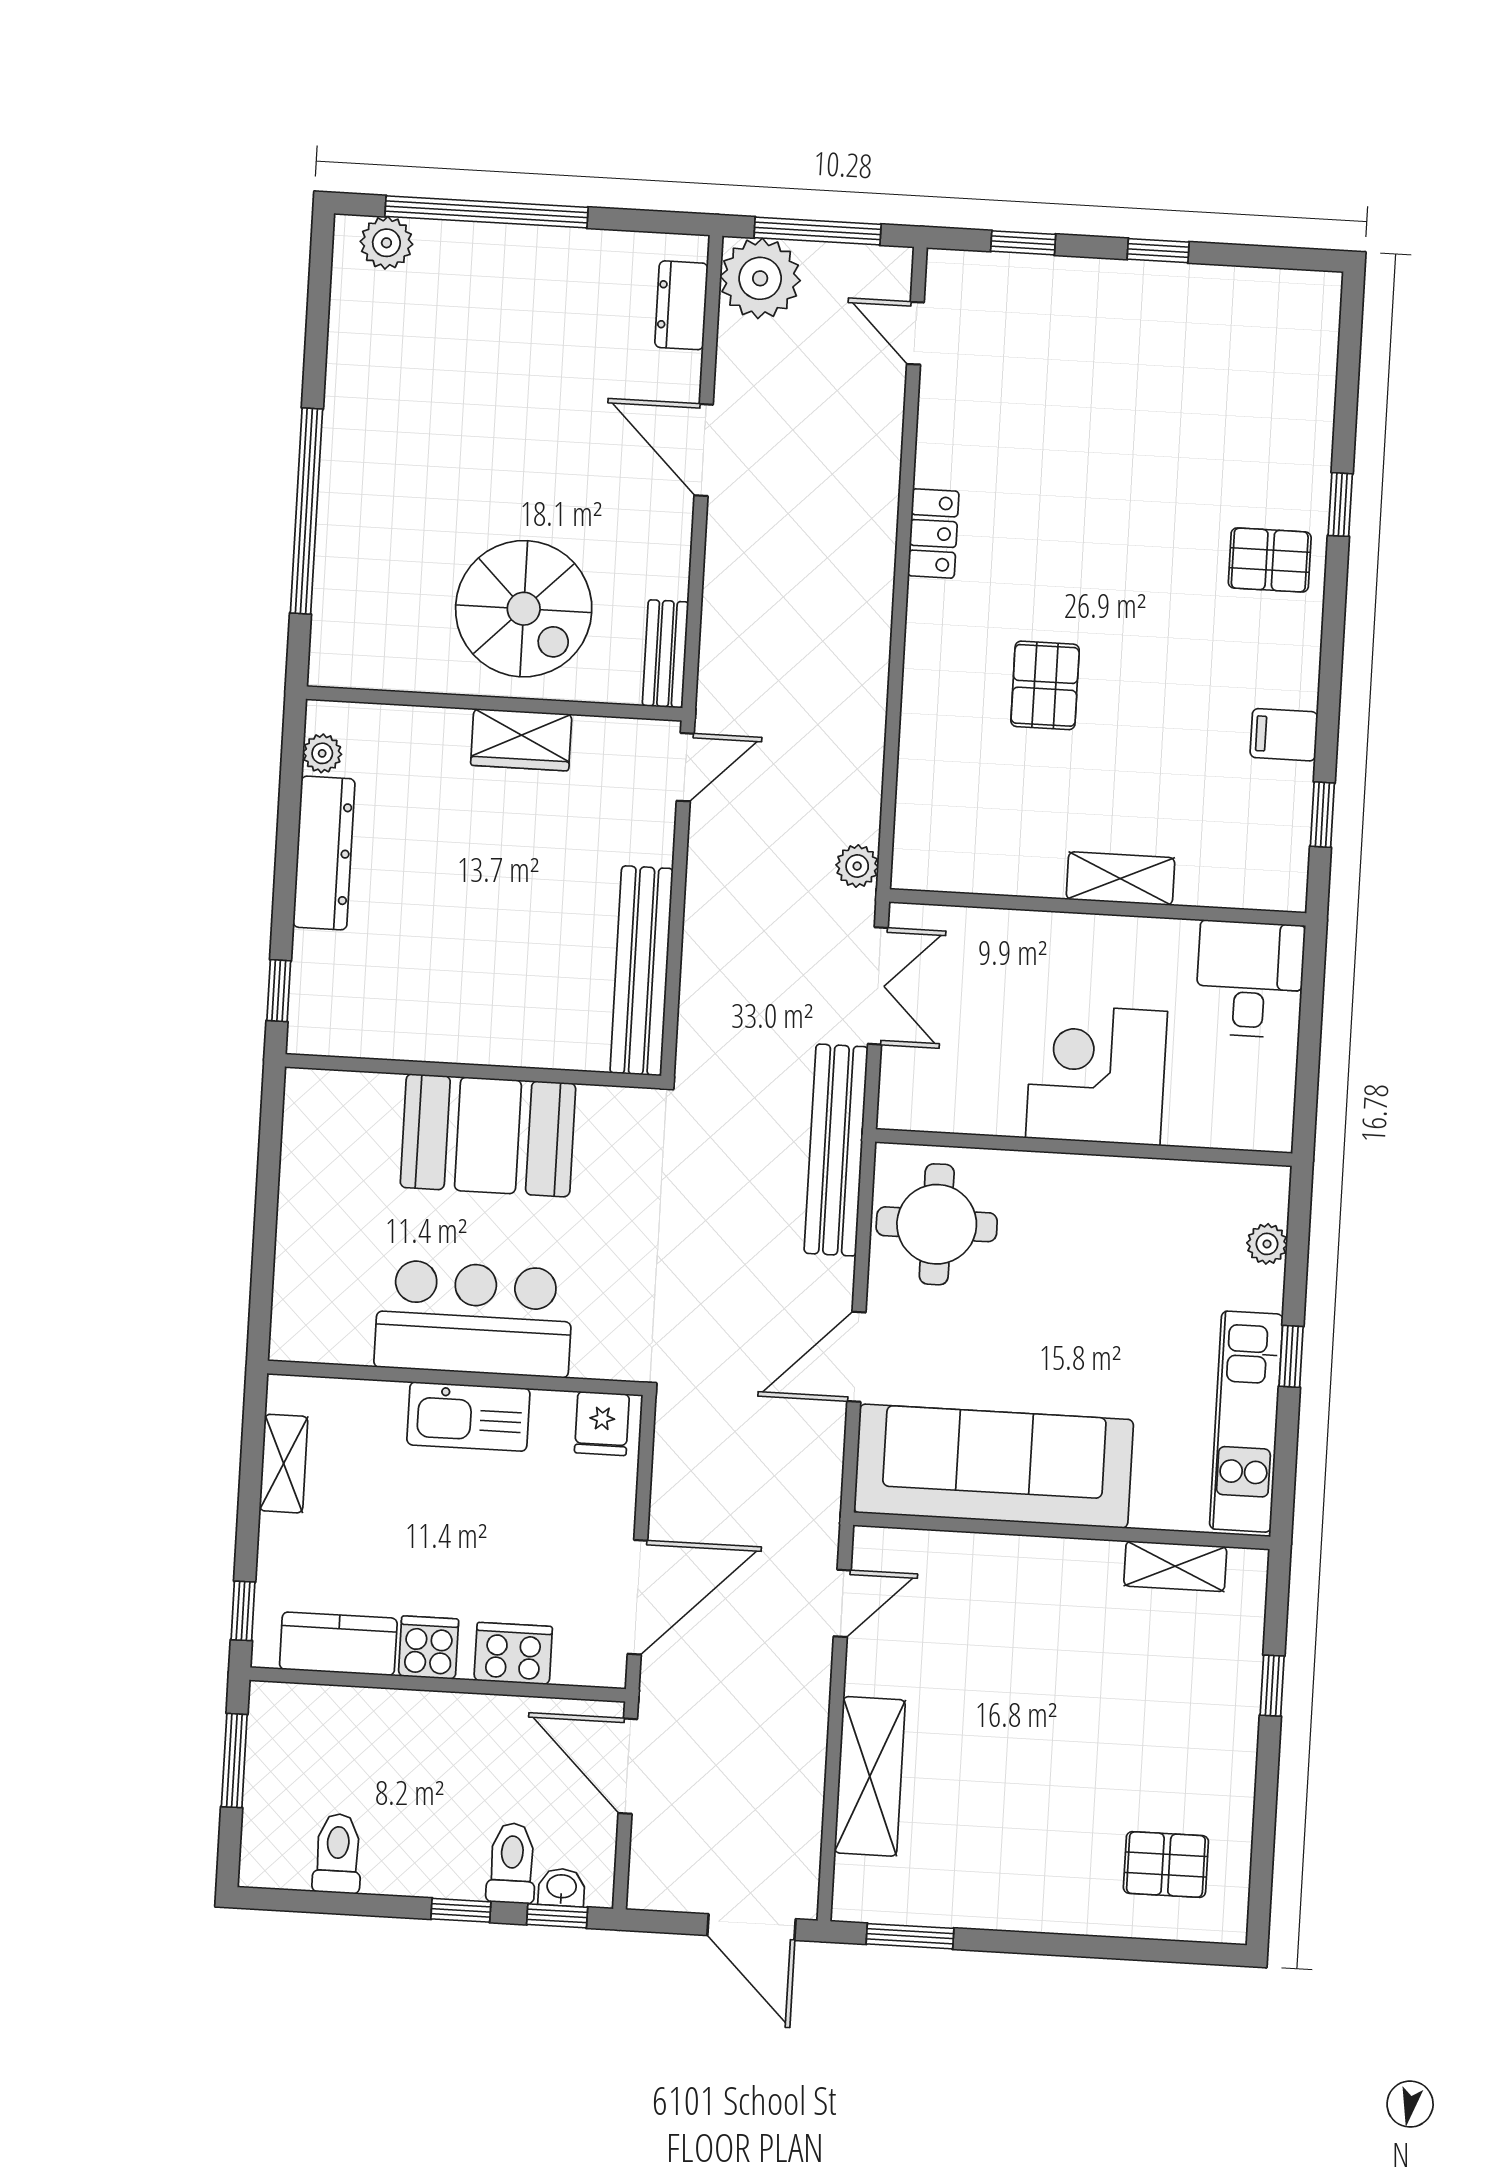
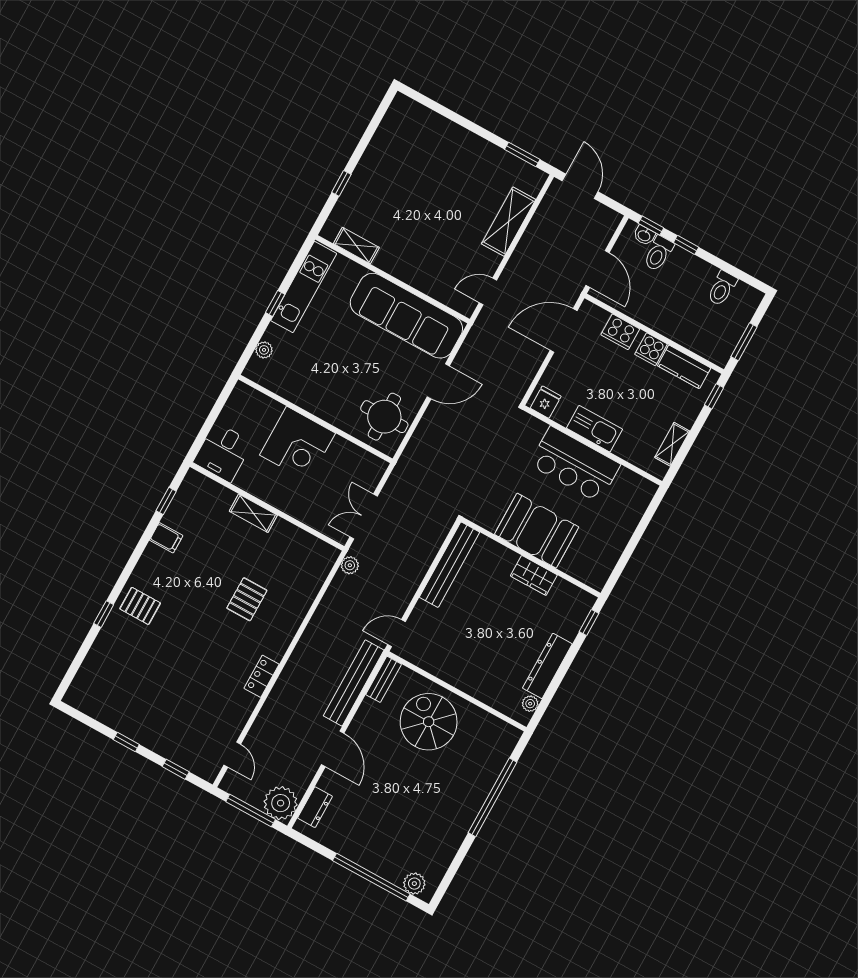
wardrobe: (521, 740) -> (534, 575), moved, turned 180
bench: (836, 1150) -> (354, 683), moved
pallet: (1166, 1865) -> (413, 135), removed

